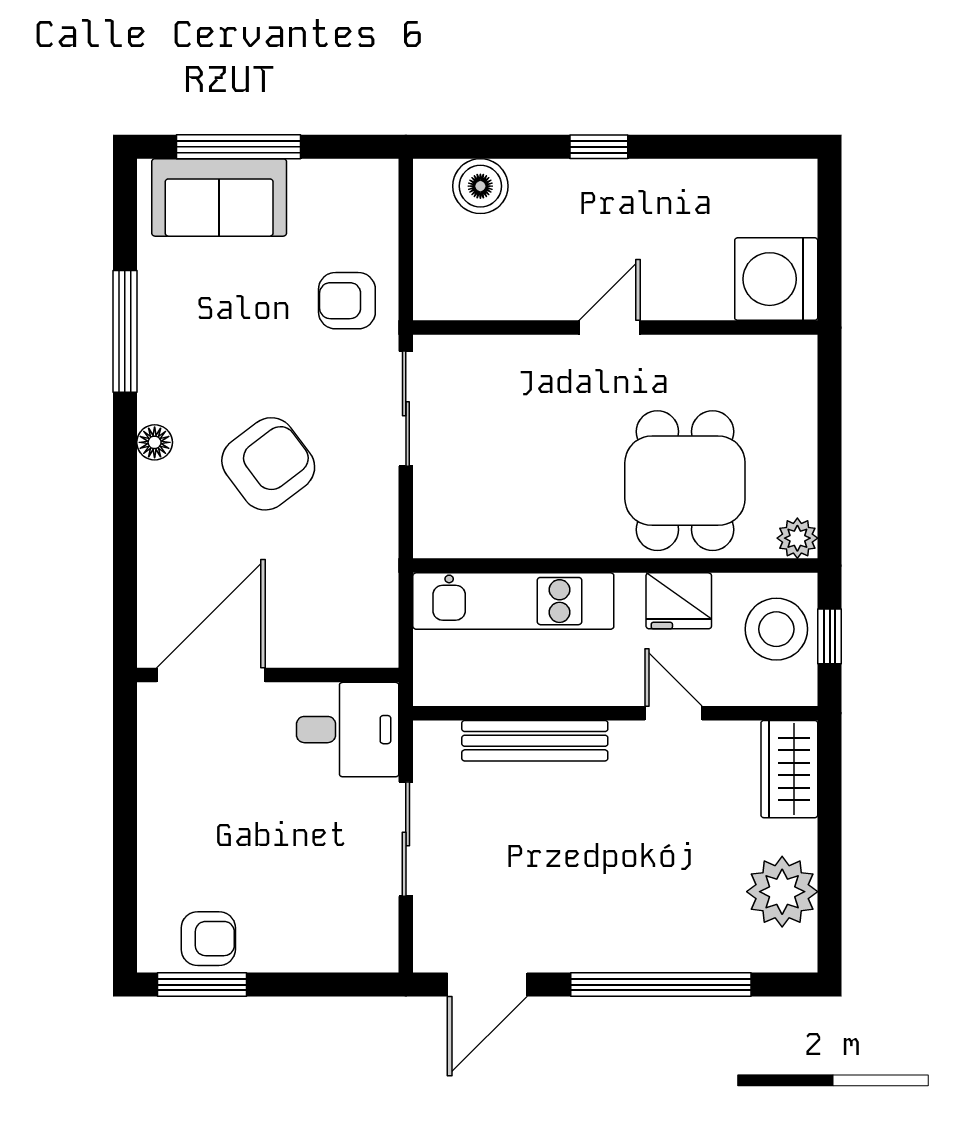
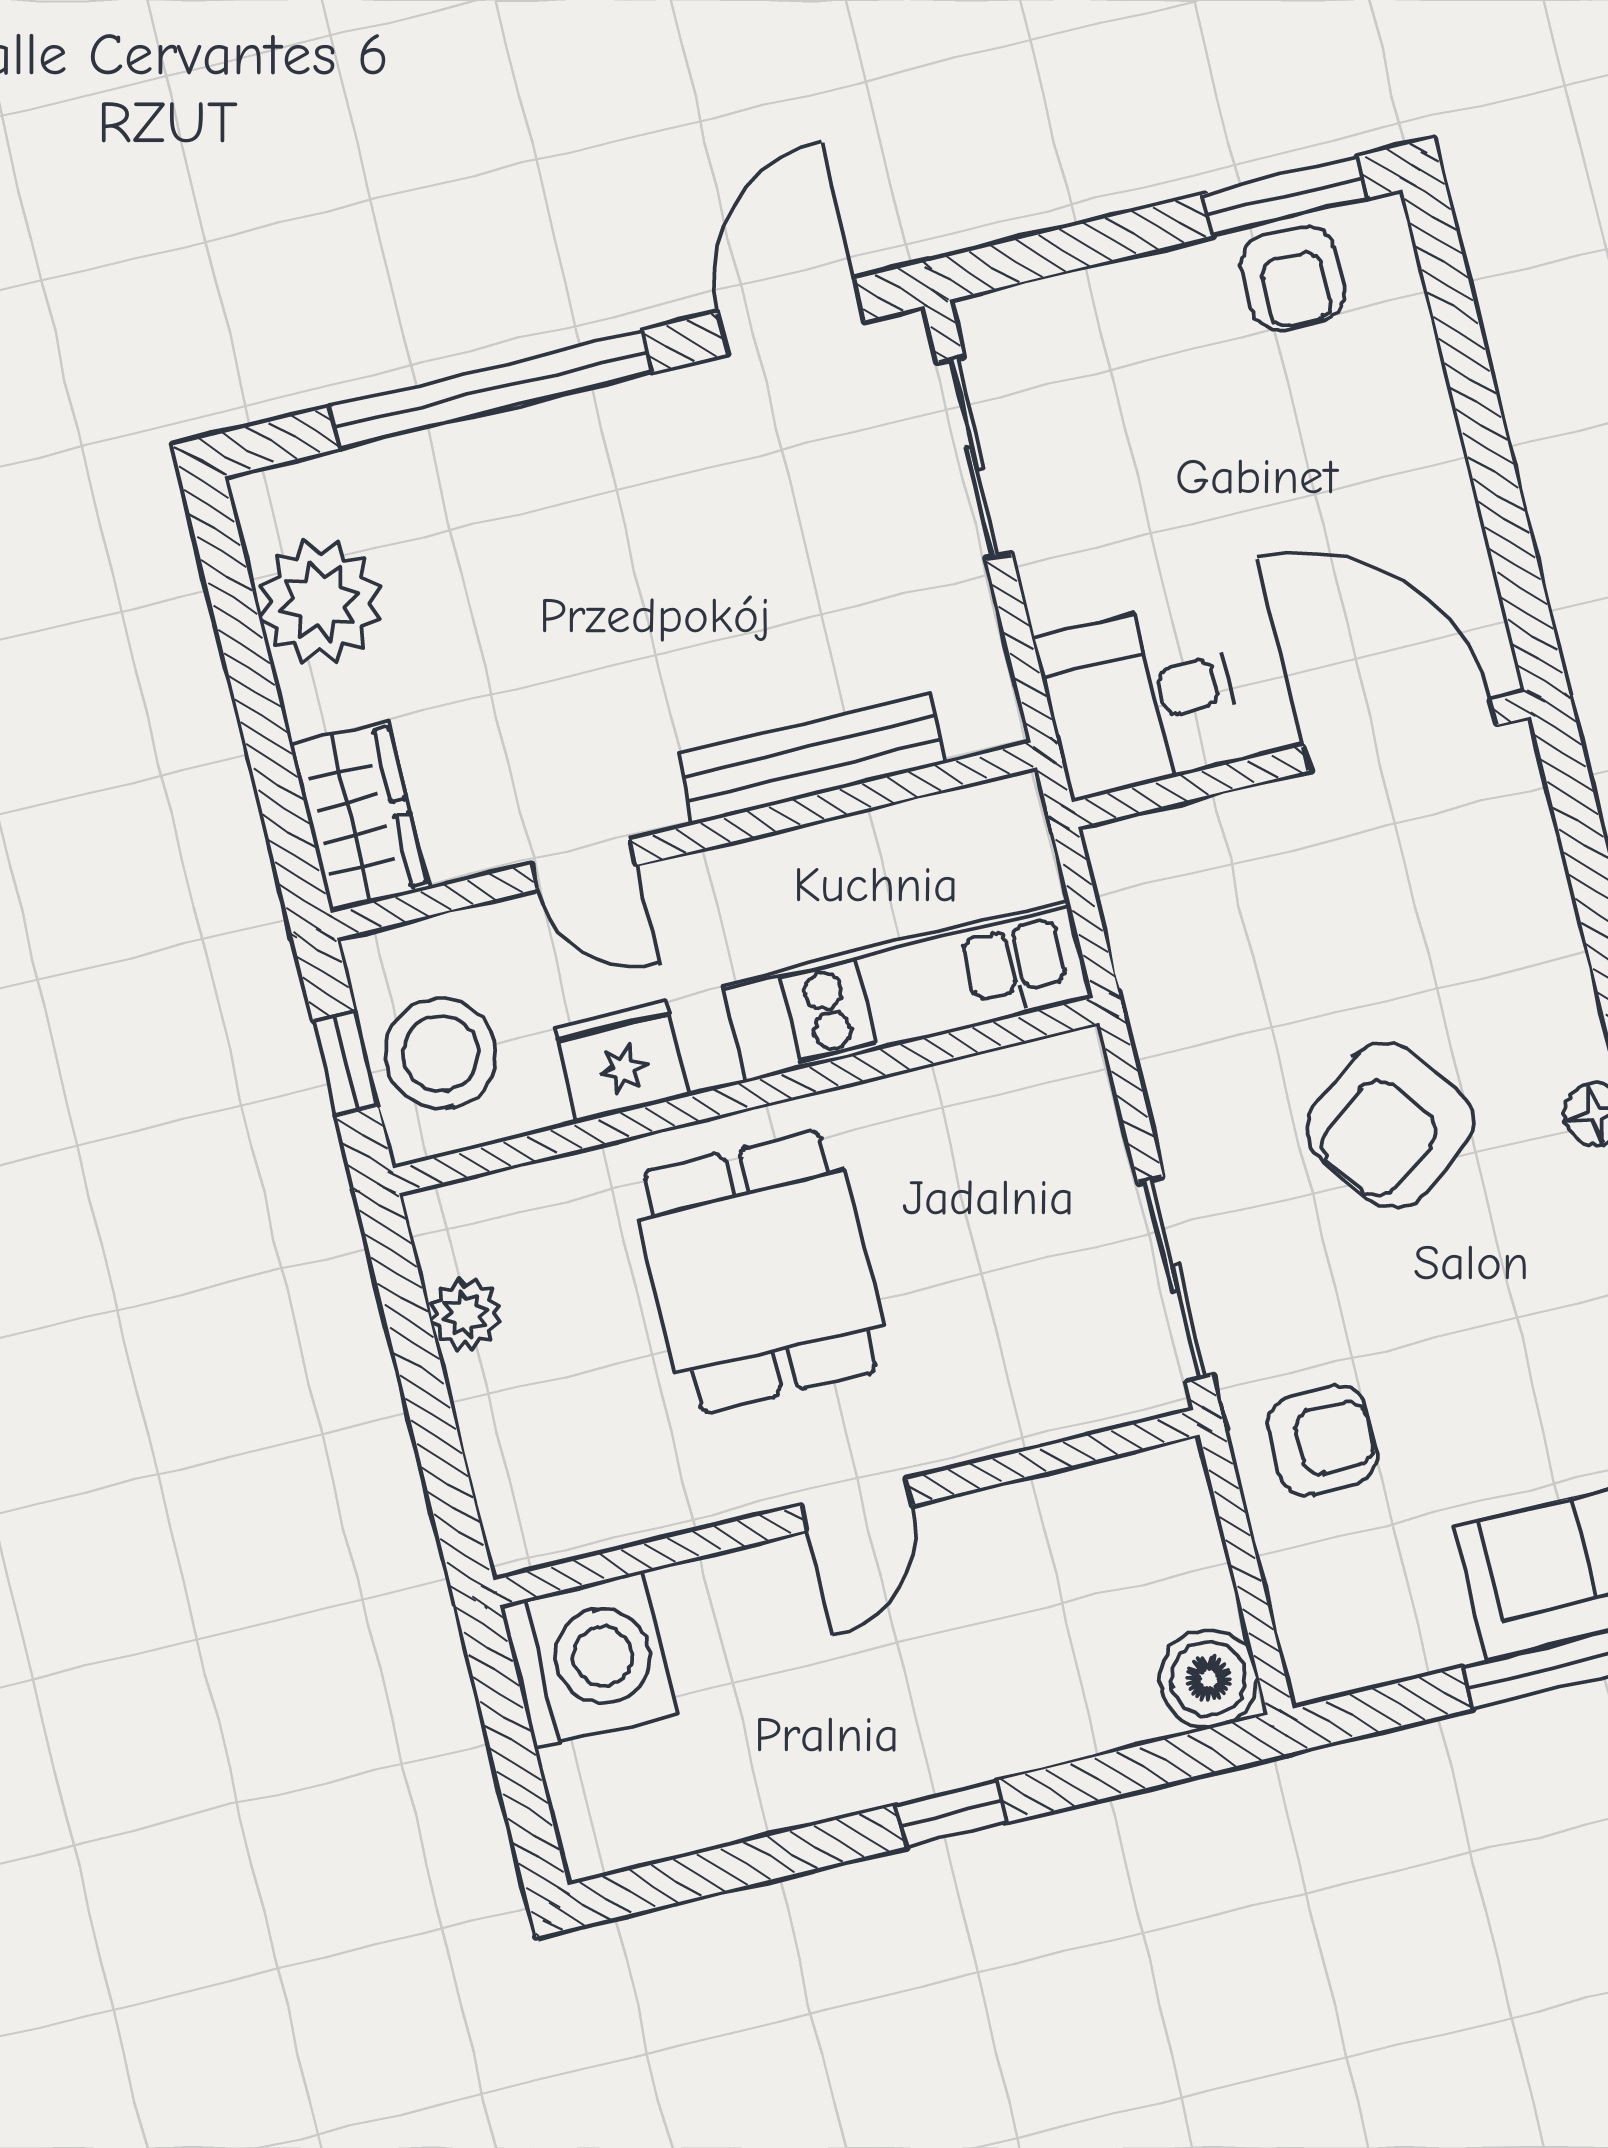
boiler: (480, 186) -> (1209, 1679), moved
dining table: (685, 481) -> (760, 1272), moved
plant: (797, 538) -> (466, 1314), moved
door: (211, 675) -> (1400, 735), swing flipped
sliding door: (406, 839) -> (975, 458), moved
armchair: (208, 939) -> (1293, 278), turned -90

